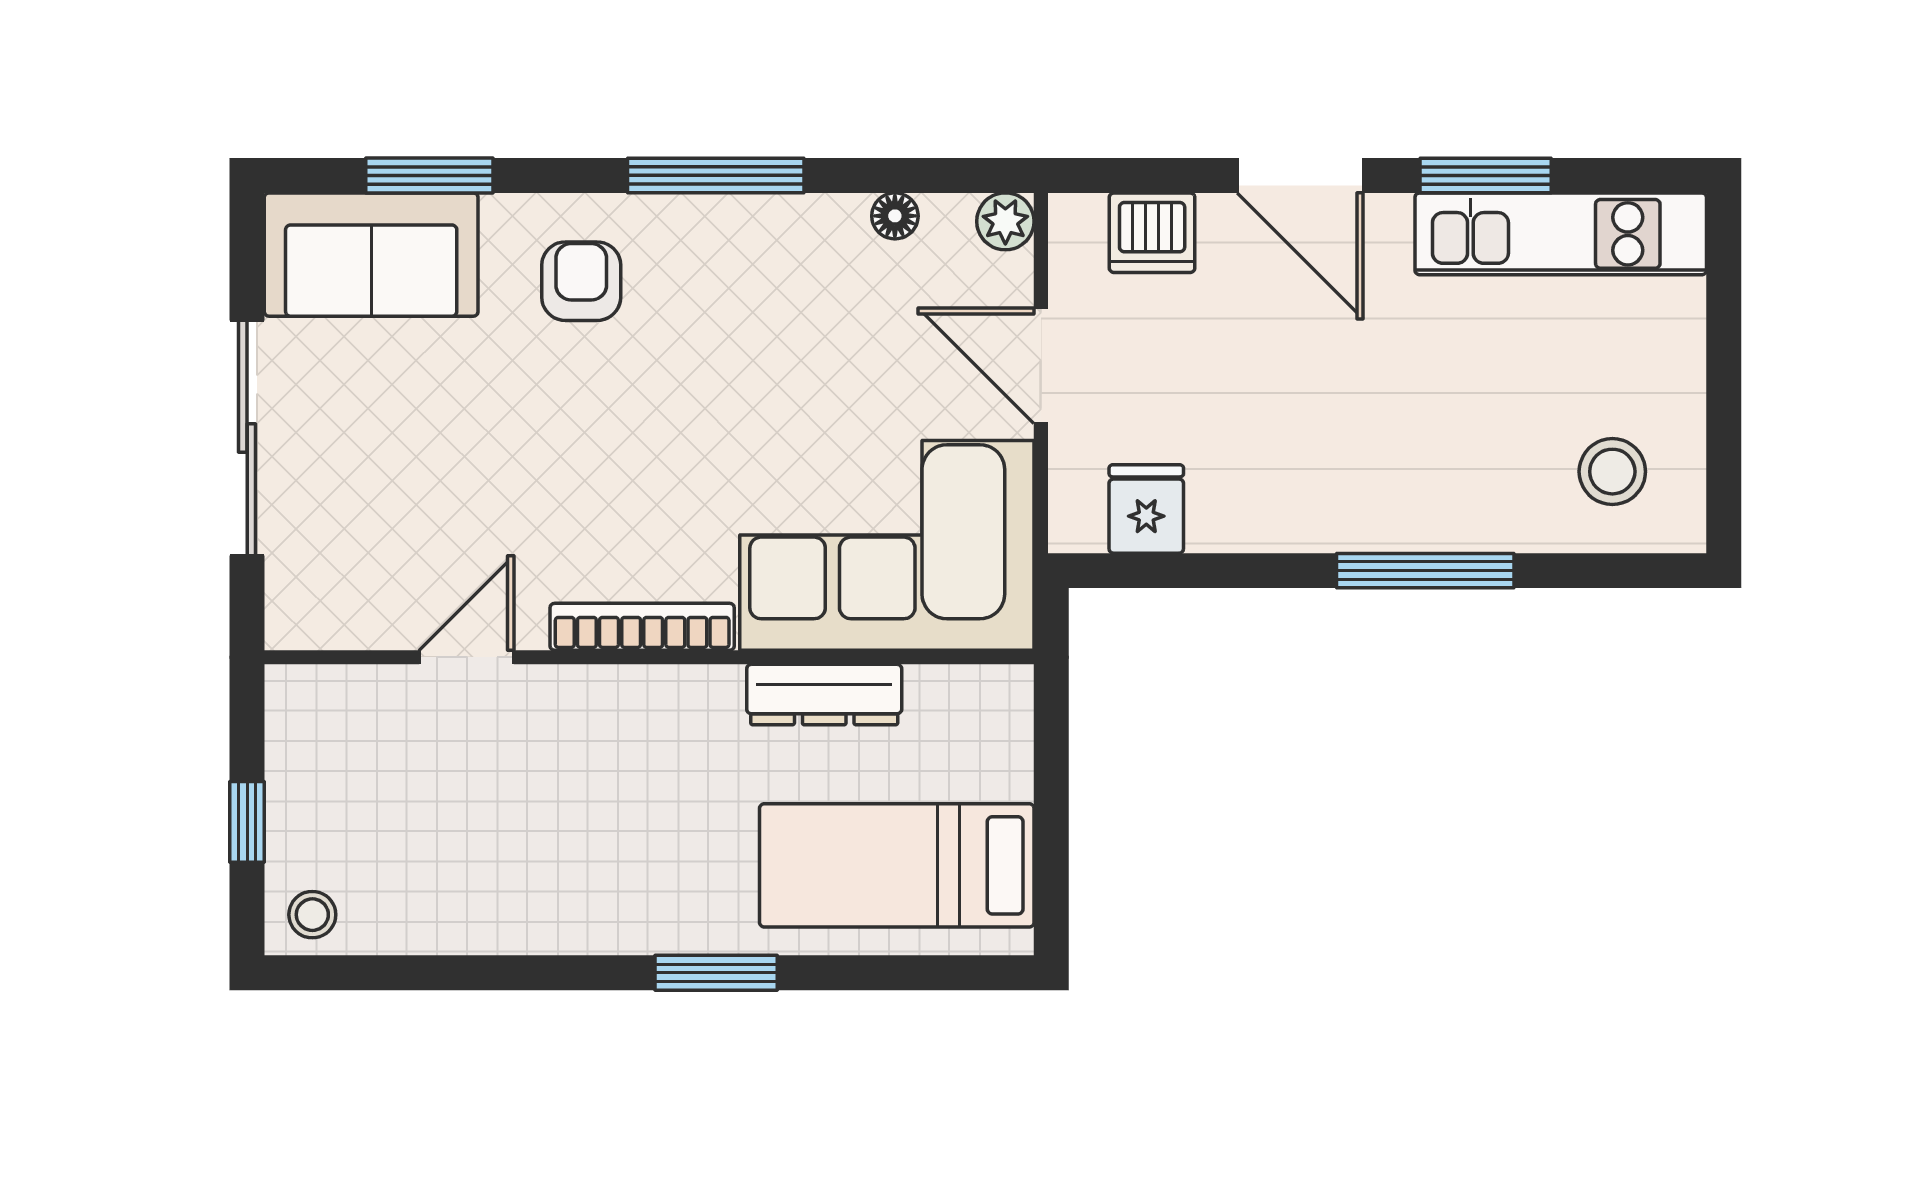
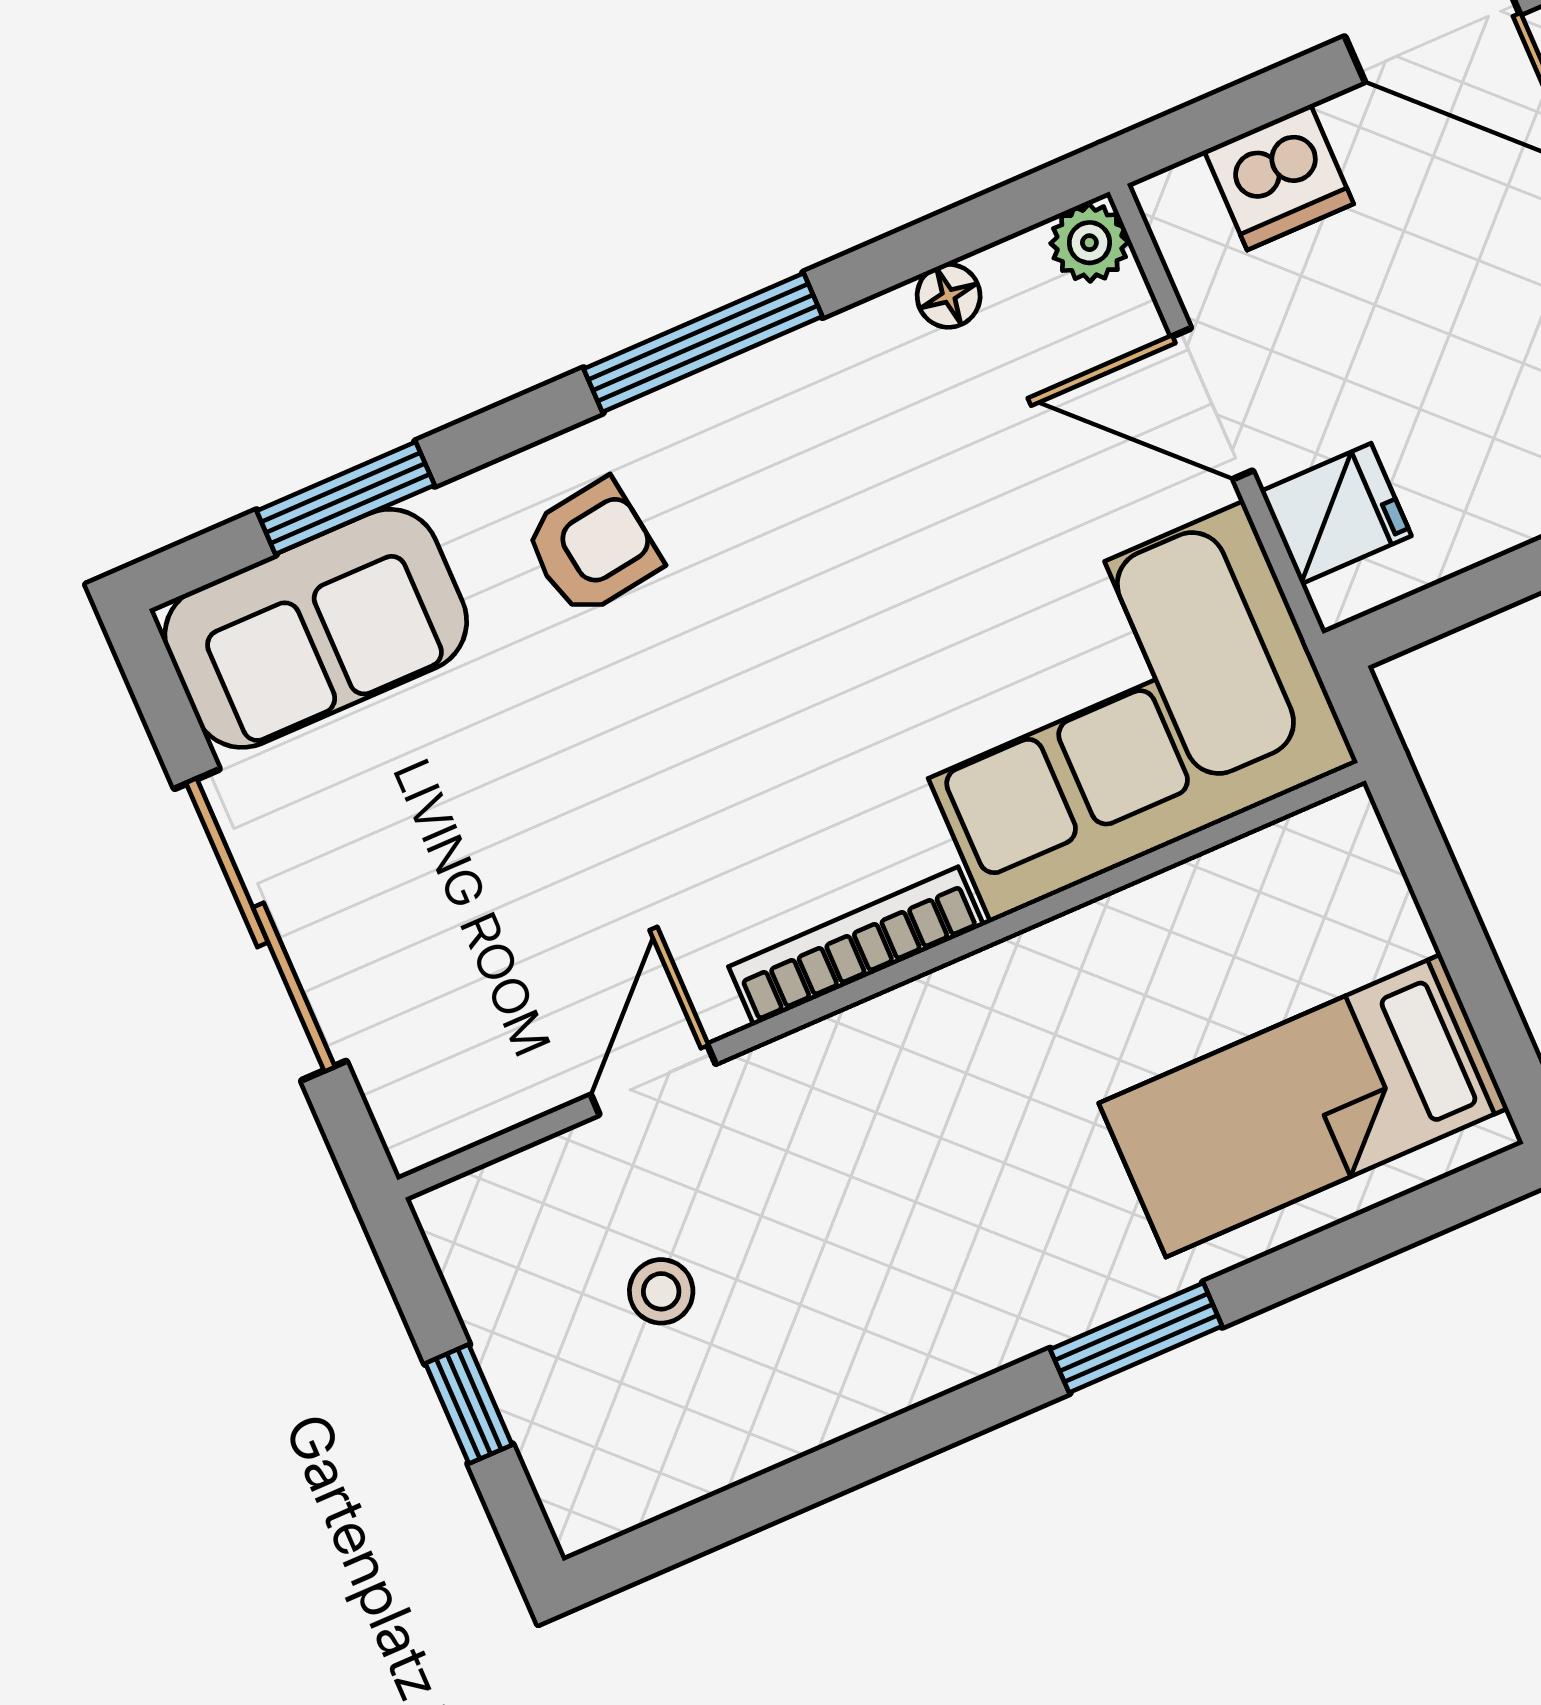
armchair: (581, 281) -> (592, 548), turned 82
fridge: (1146, 509) -> (1336, 514), moved, turned 90
dresser: (824, 695) -> (1120, 932), removed
stool: (312, 915) -> (661, 1291), moved

